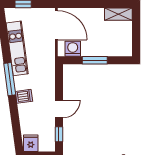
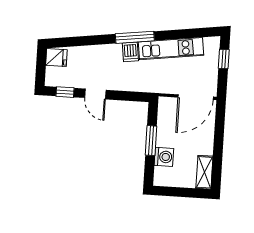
washing machine: (73, 49) -> (164, 157), moved
dishwasher: (24, 96) -> (130, 52), moved

